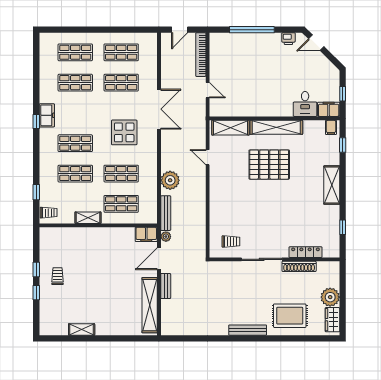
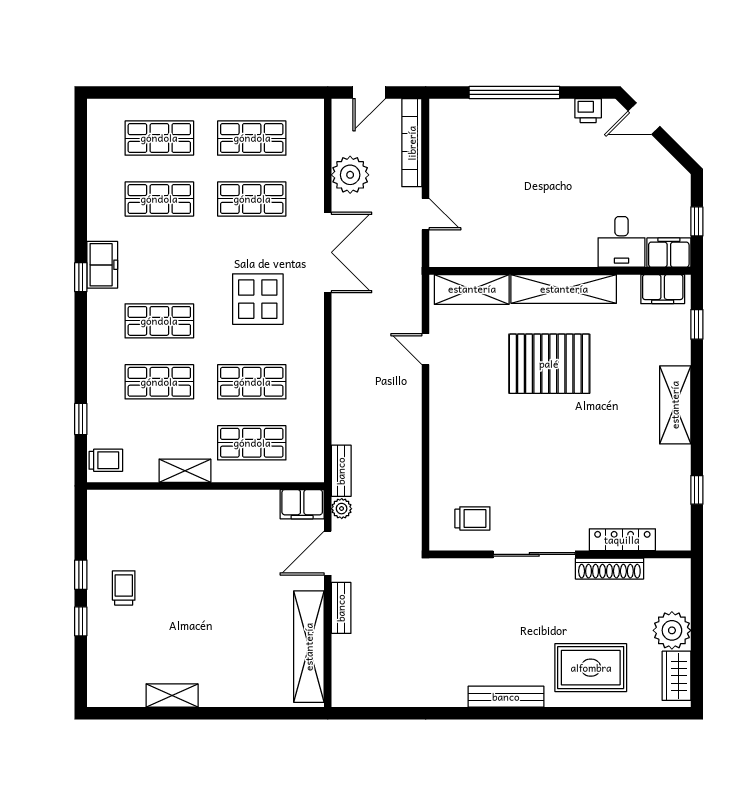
filing cabinet: (331, 127) -> (663, 289), width x2.00
plant: (170, 180) -> (350, 175), moved
bench: (166, 213) -> (341, 471), width x0.73

